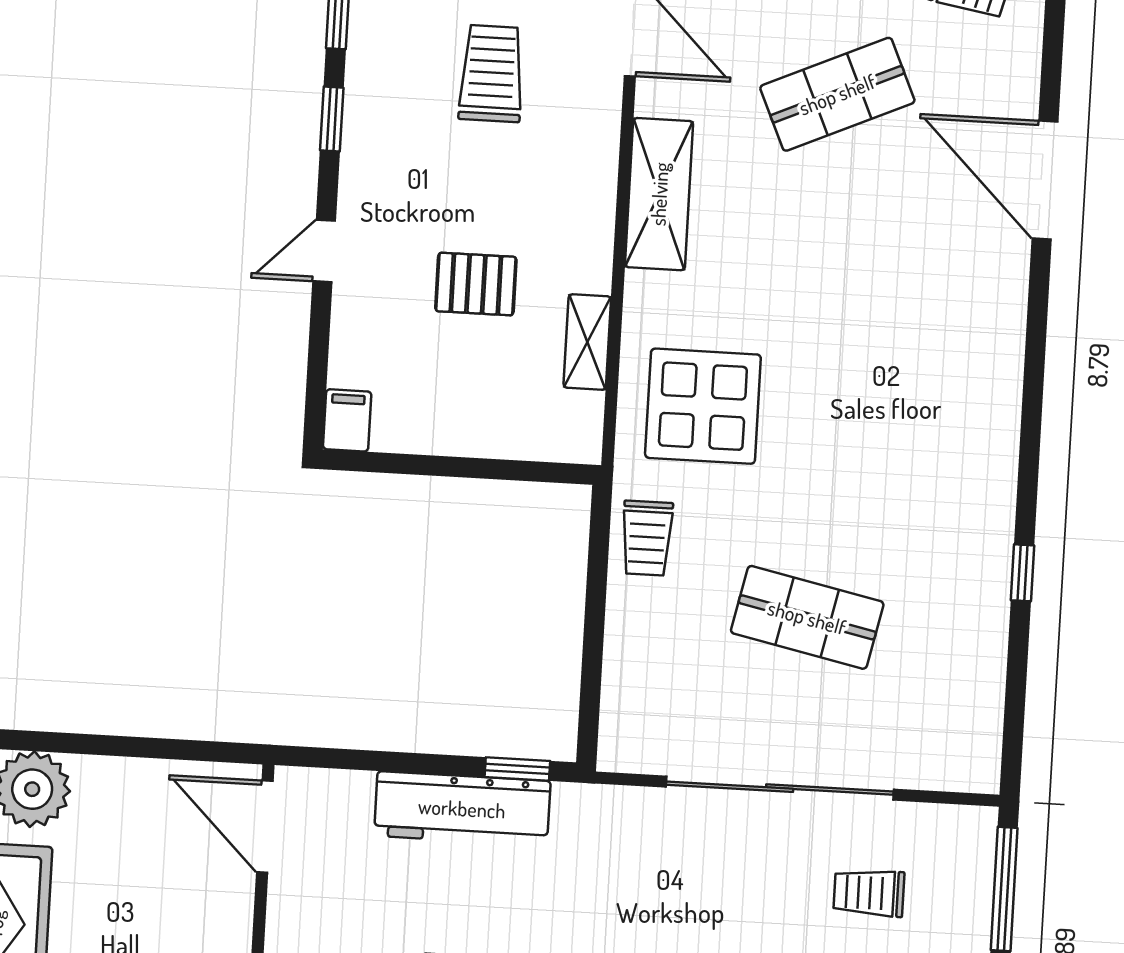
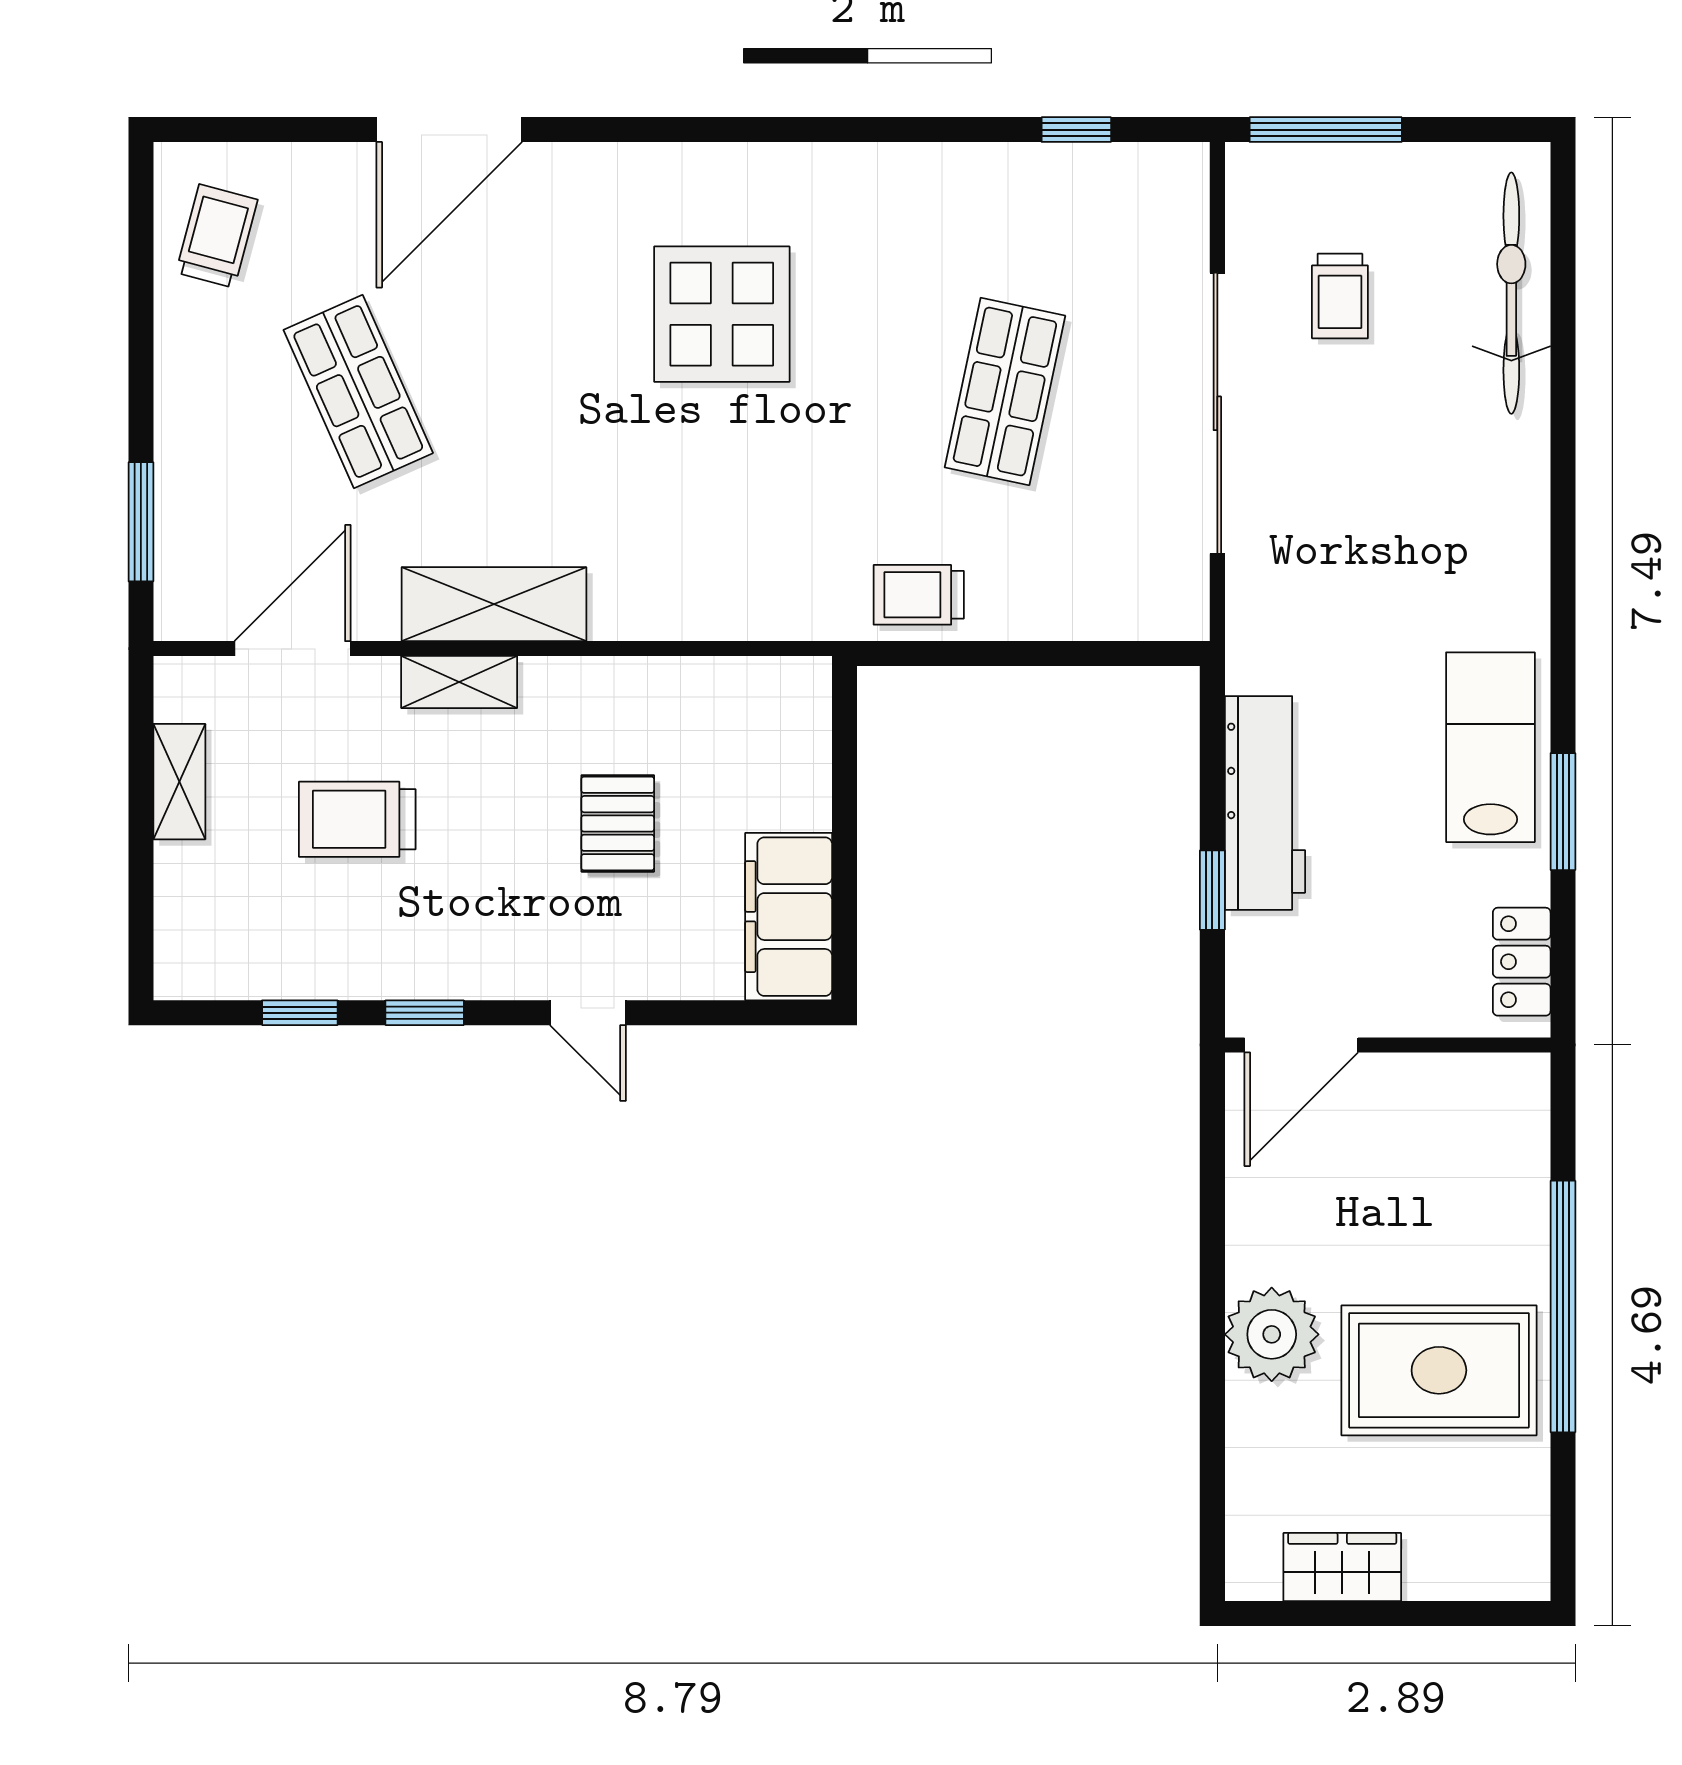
shelving: (587, 342) -> (459, 682), moved
display table: (703, 406) -> (722, 314), moved
filing cabinet: (347, 420) -> (789, 917), width x3.00, depth x1.17
trolley: (647, 538) -> (919, 595), turned 180
window: (1022, 573) -> (1076, 130), moved
window: (517, 769) -> (1212, 890), moved

